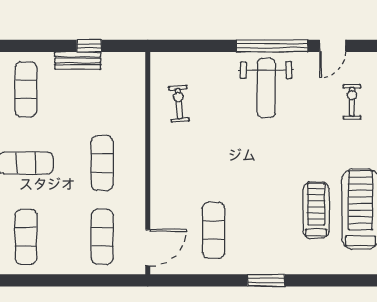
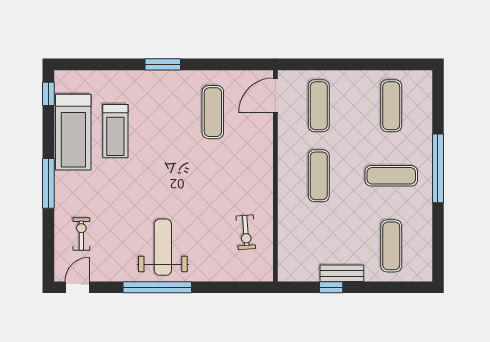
door: (333, 46) -> (77, 287), moved
exercise bike: (352, 102) -> (81, 234), turned 180

